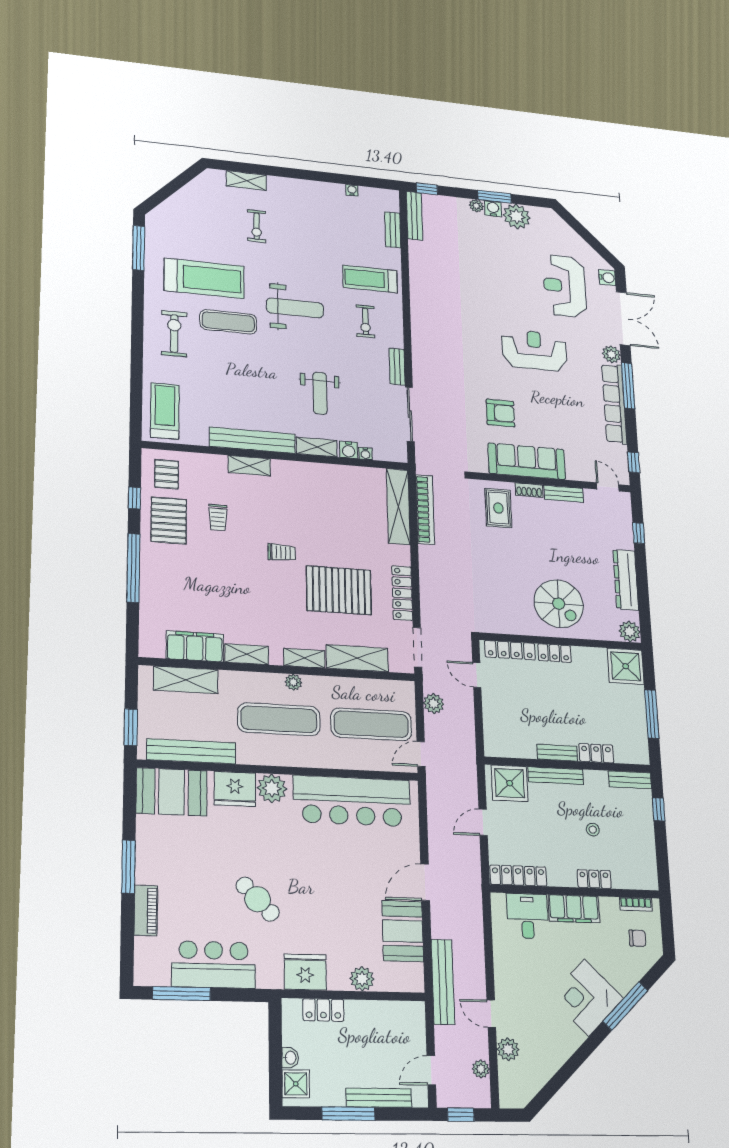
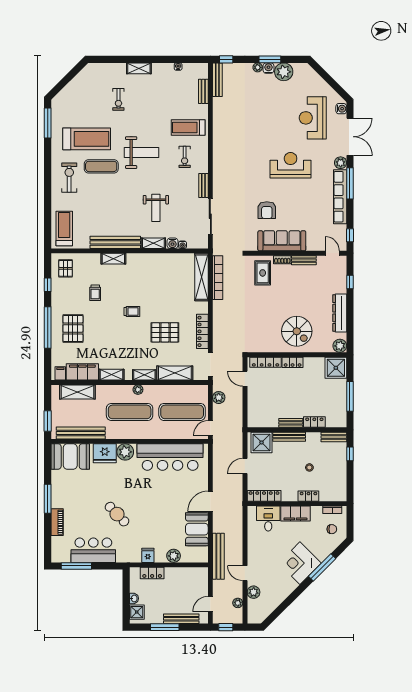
shelving: (246, 181) -> (139, 68), moved
armchair: (500, 413) -> (267, 210), turned 90
pallet: (169, 520) -> (73, 328), moved
pallet: (339, 590) -> (165, 332), width x0.73, depth x0.71
filing cabinet: (155, 646) -> (60, 373), added
fridge: (305, 972) -> (148, 555), width x0.53, depth x0.75

